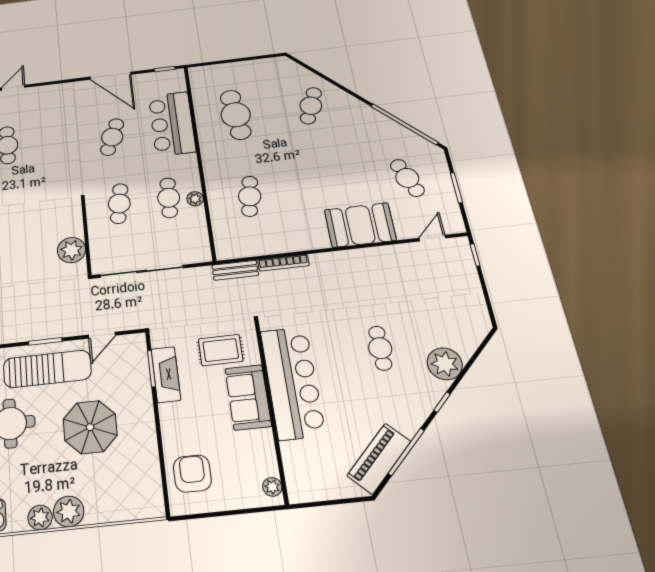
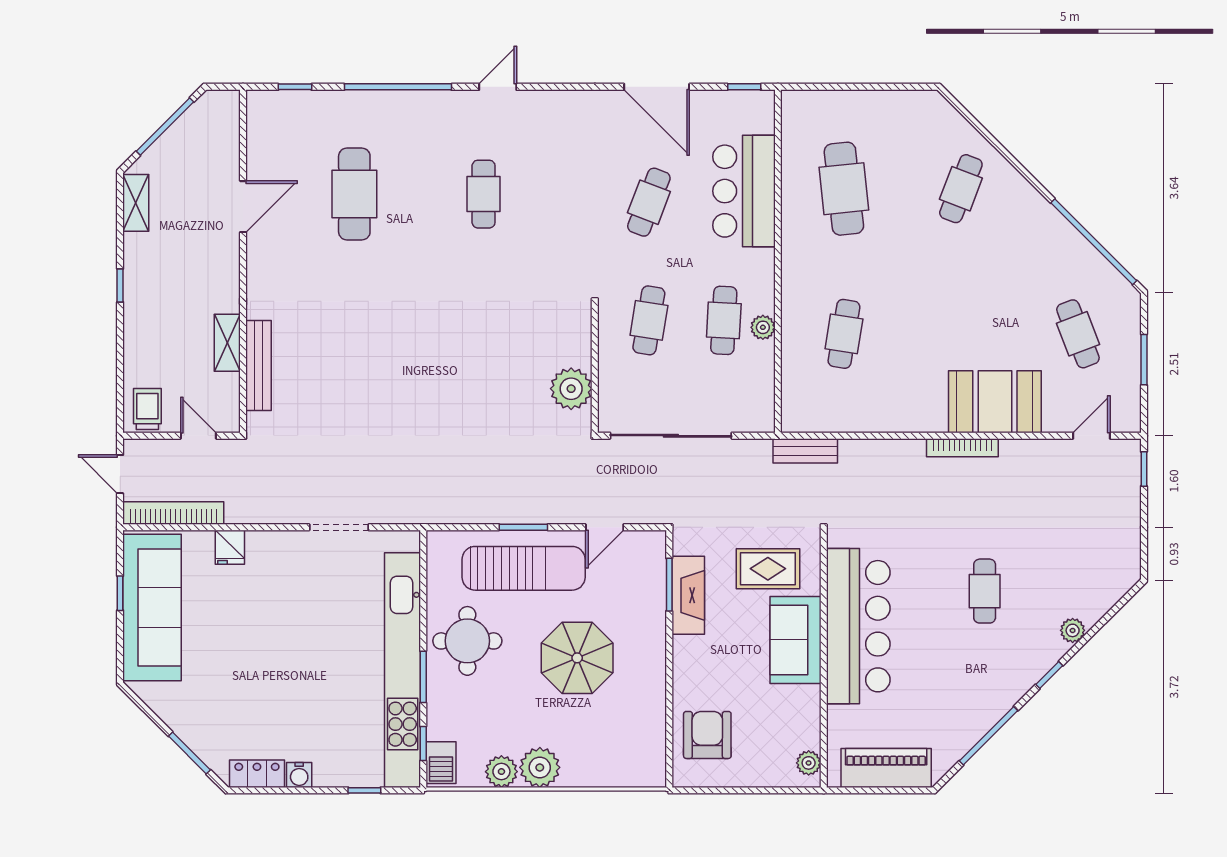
bookcase: (283, 263) -> (962, 448), moved
plant: (445, 364) -> (1073, 630), width x0.53, depth x0.53
piano: (379, 459) -> (886, 768), moved, turned 45

